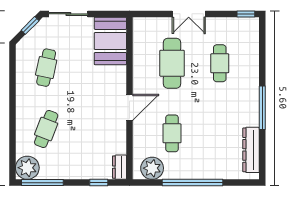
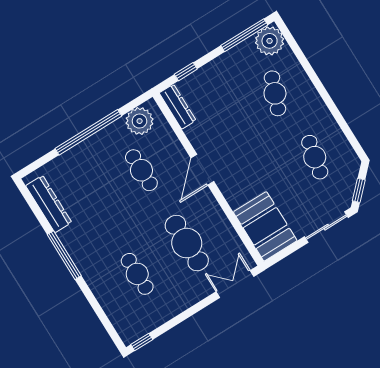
double door: (189, 14) -> (235, 284), moved
dresser: (119, 167) -> (178, 107), width x1.44

